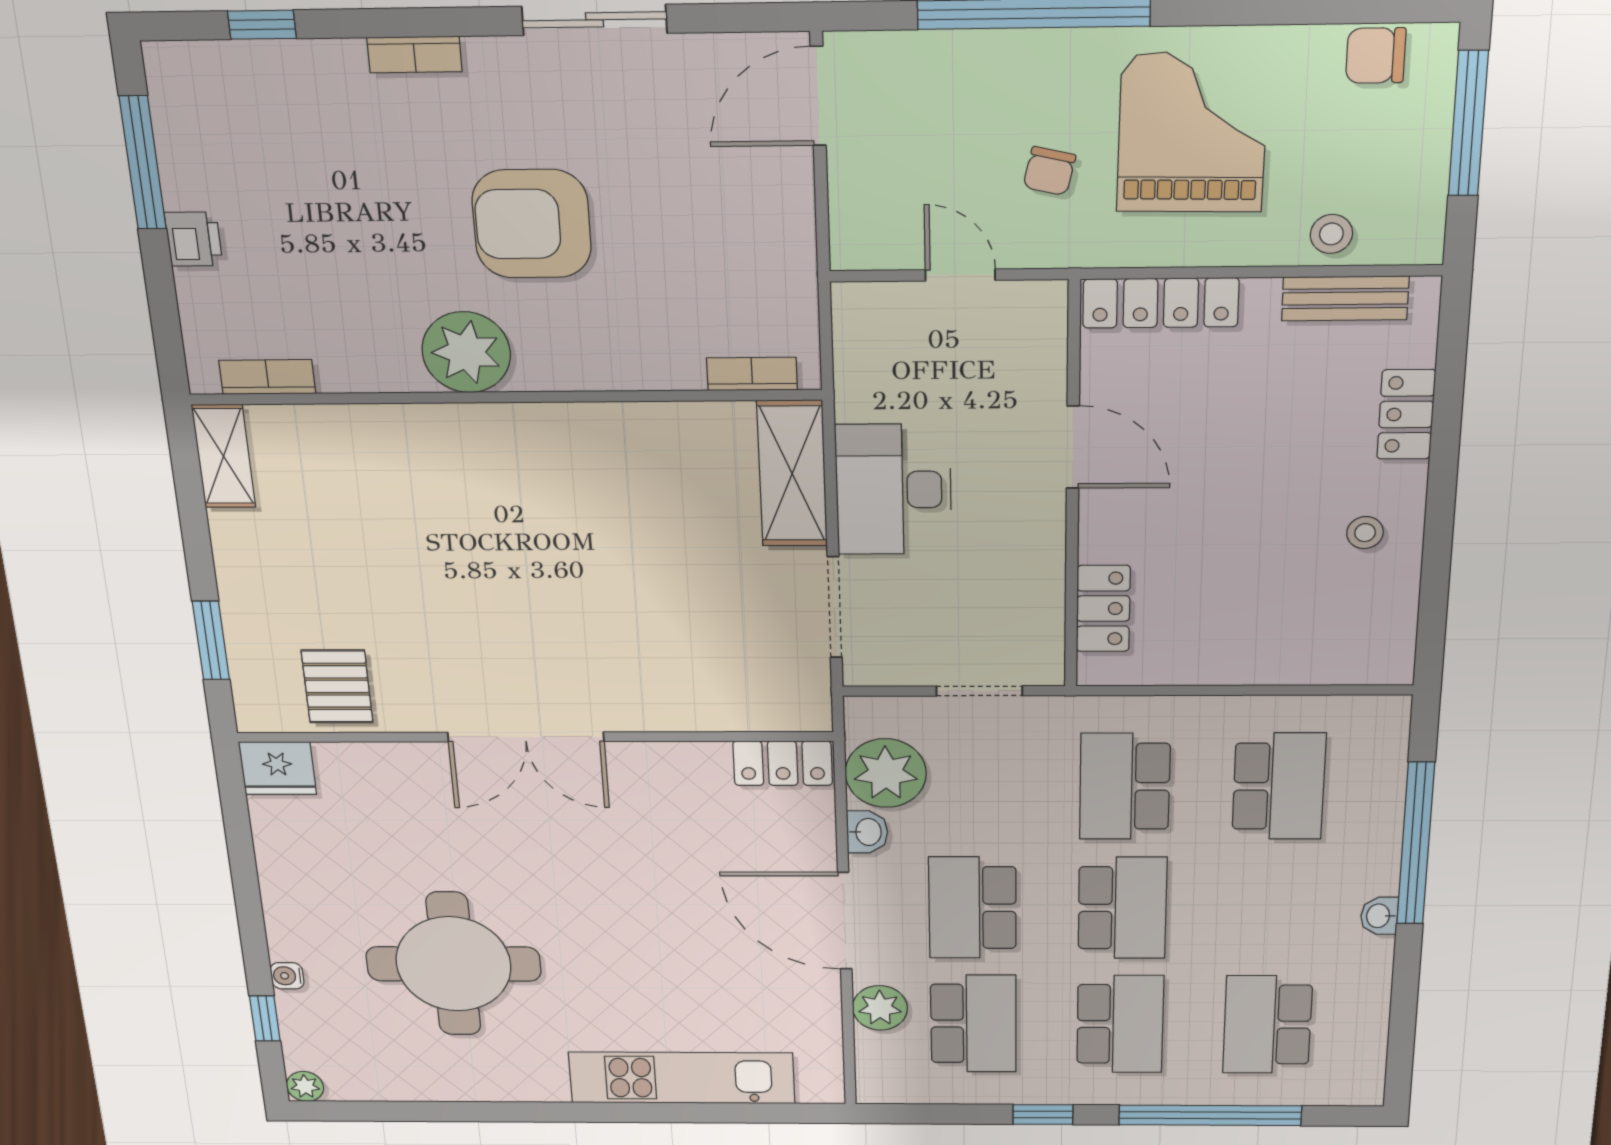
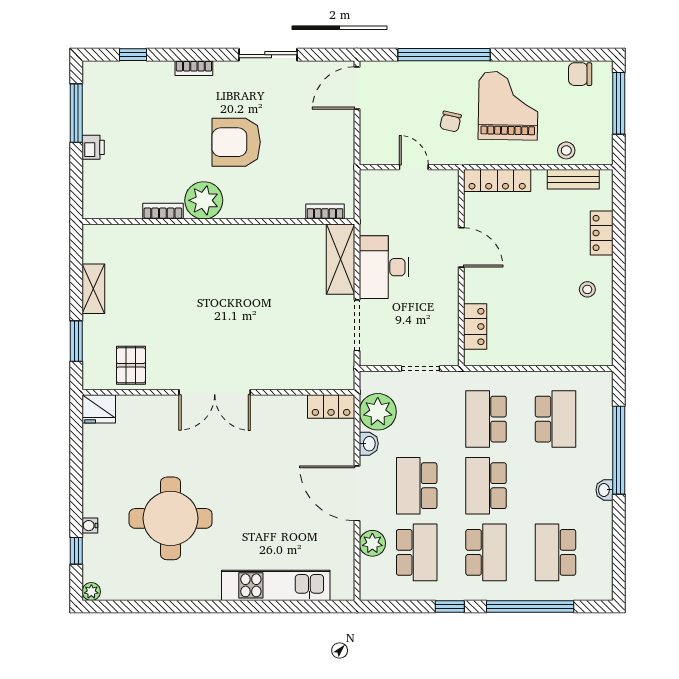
bookcase: (267, 377) -> (163, 211), moved
shelving: (224, 456) -> (93, 289), moved
school desk: (1122, 908) -> (486, 486), turned 180

